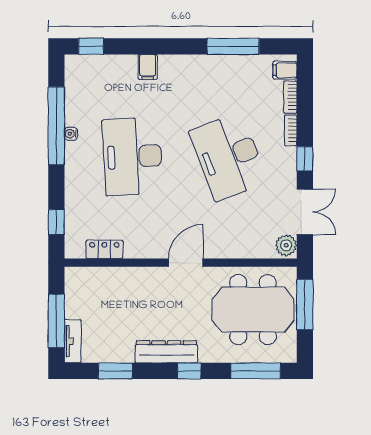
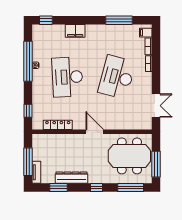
filing cabinet: (148, 67) -> (75, 31), width x2.00
desk: (229, 157) -> (117, 77), turned 36
window: (305, 159) -> (156, 78), removed
plant: (286, 245) -> (146, 123), removed
locker: (104, 249) -> (58, 125), width x1.53
door: (186, 263) -> (95, 132), hinge flipped
window: (305, 304) -> (156, 164), moved
dresser: (166, 352) -> (71, 178), moved

